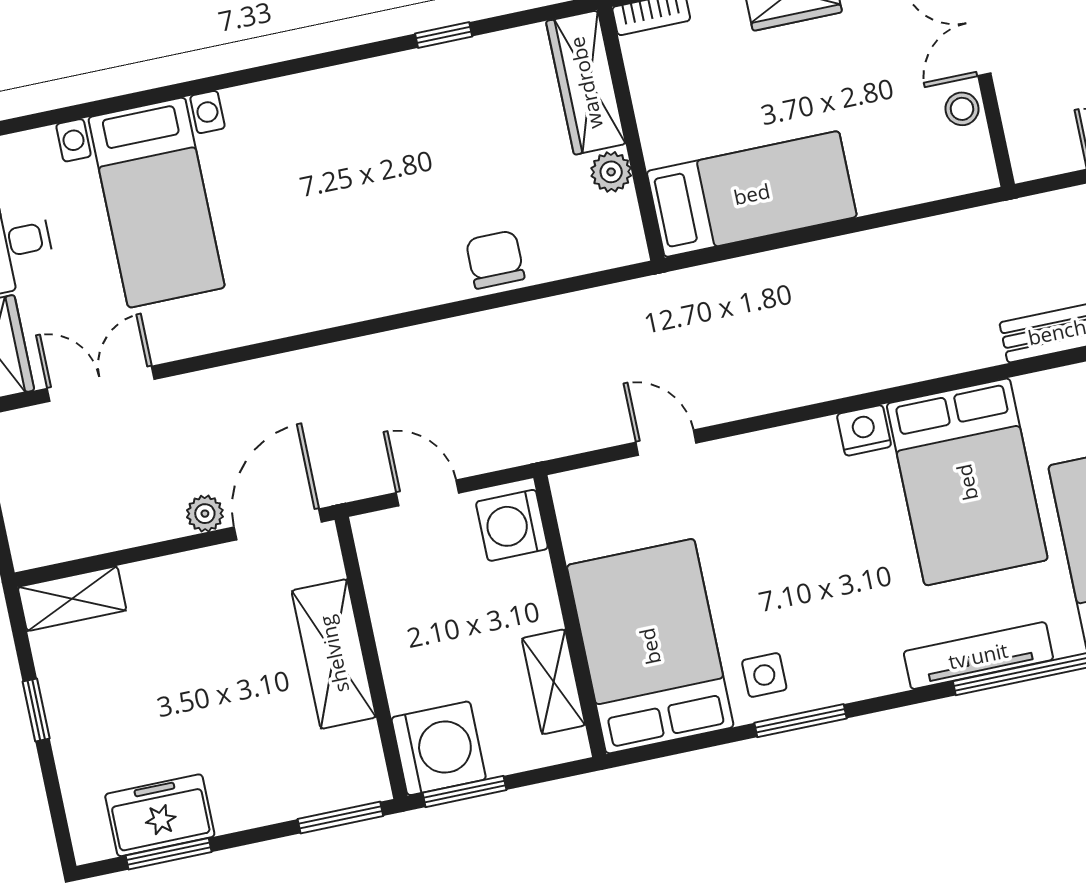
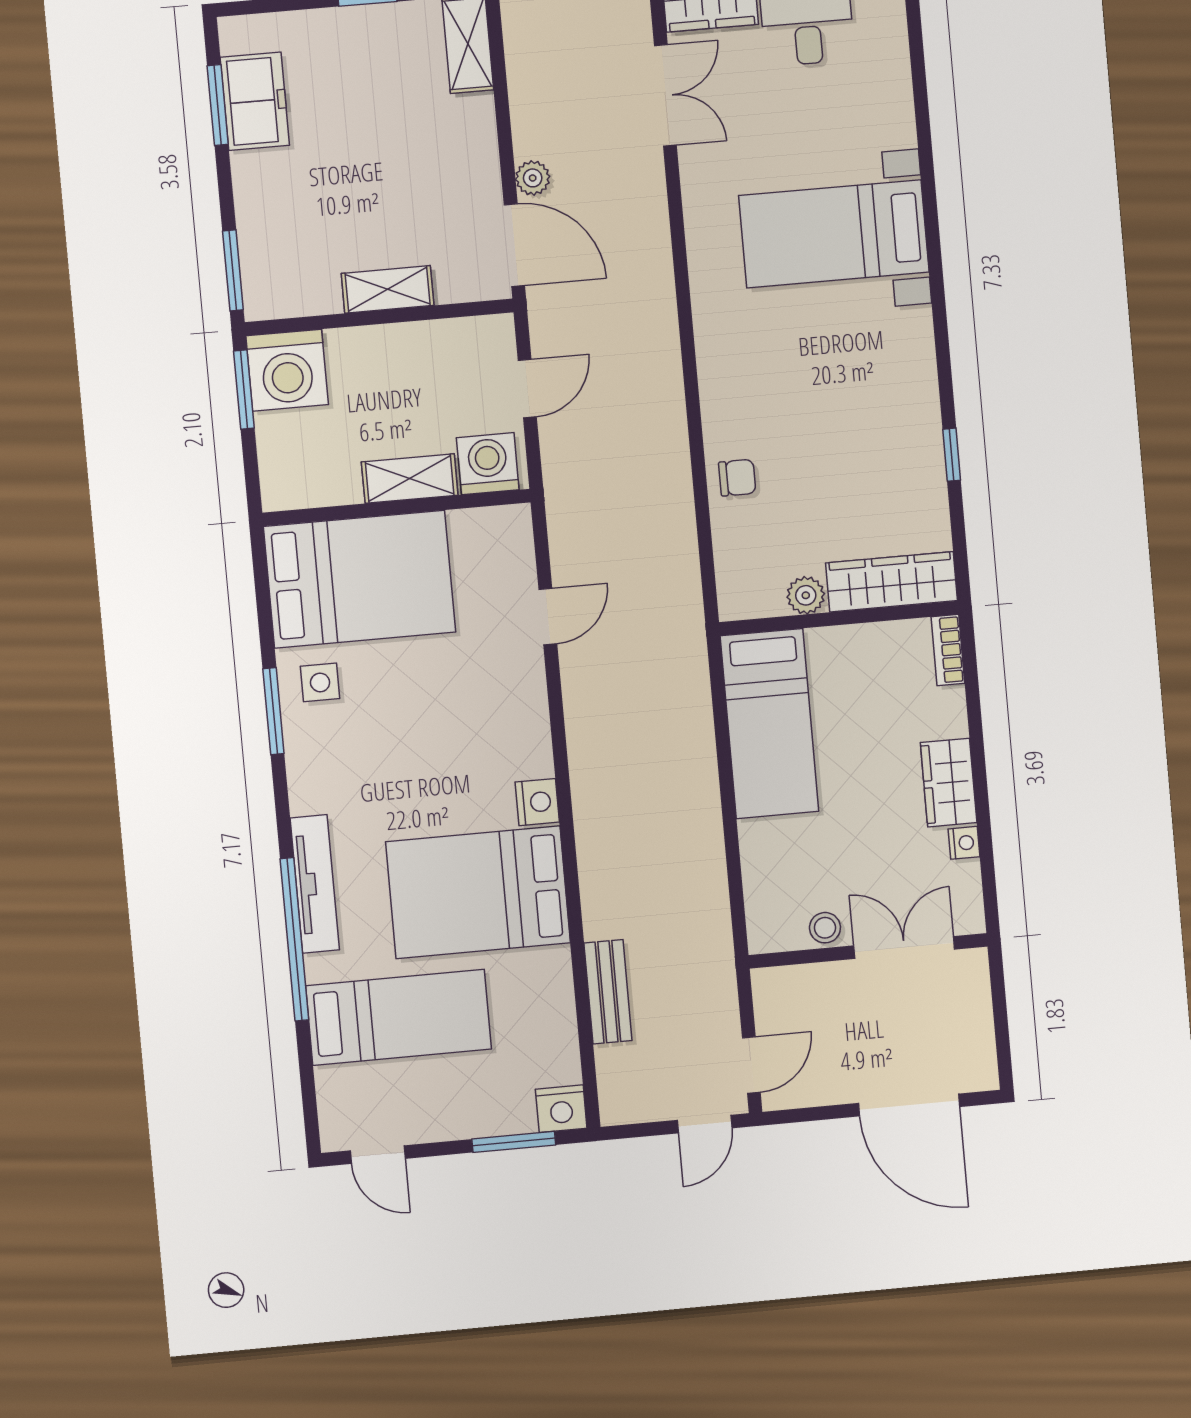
bed with nightstands: (157, 203) -> (834, 234), moved
chair: (495, 260) -> (737, 478), width x0.73, depth x0.73
shelving: (334, 654) -> (388, 289), width x0.67, depth x0.75
shelving: (553, 682) -> (410, 479), moved

